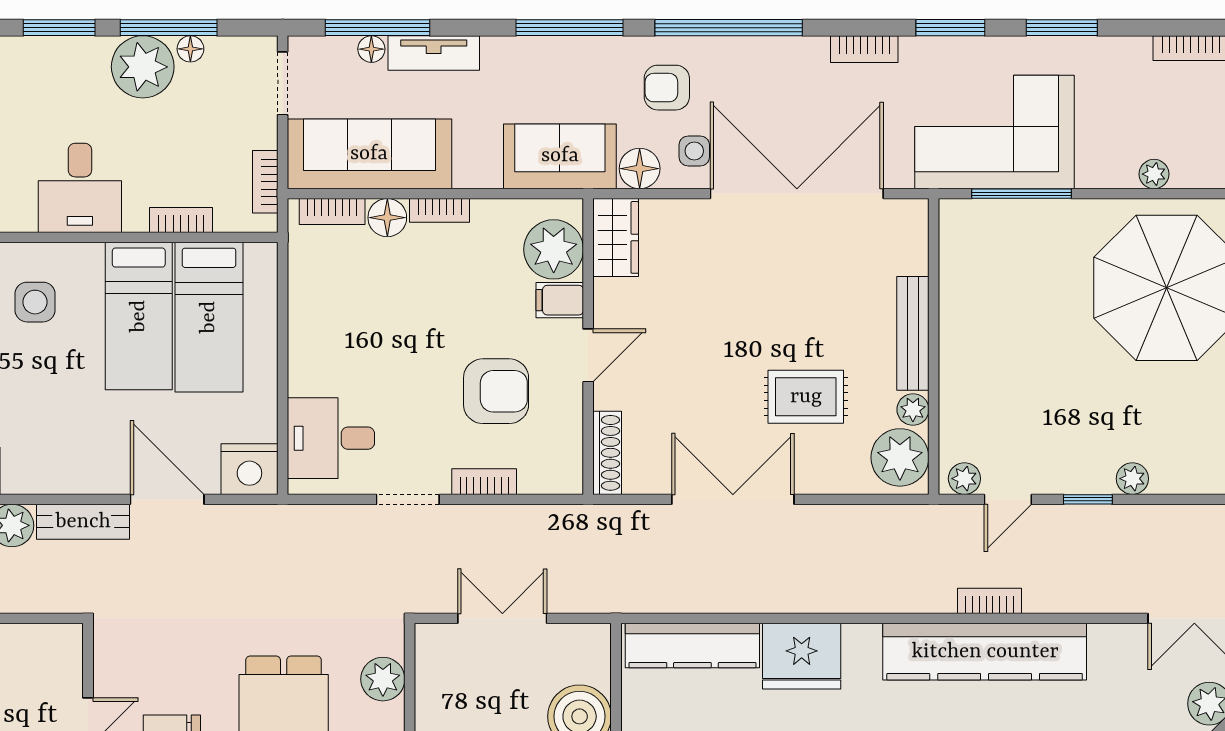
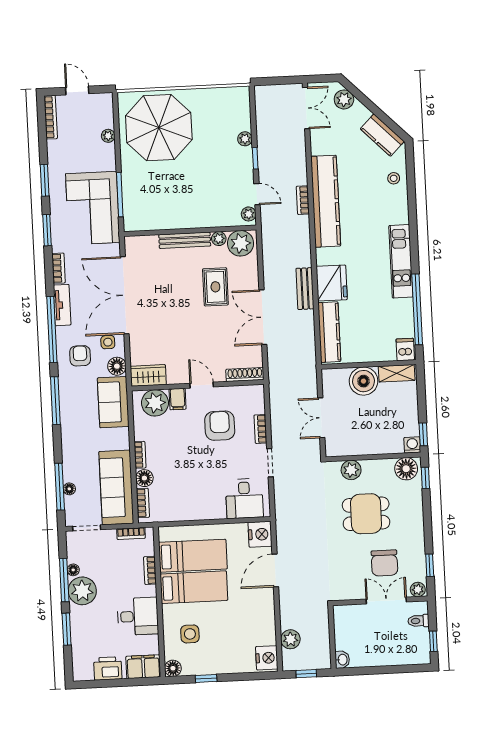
tv unit: (434, 53) -> (62, 305), moved
armchair: (667, 88) -> (80, 356), turned 180
bench: (83, 522) -> (305, 289), moved

